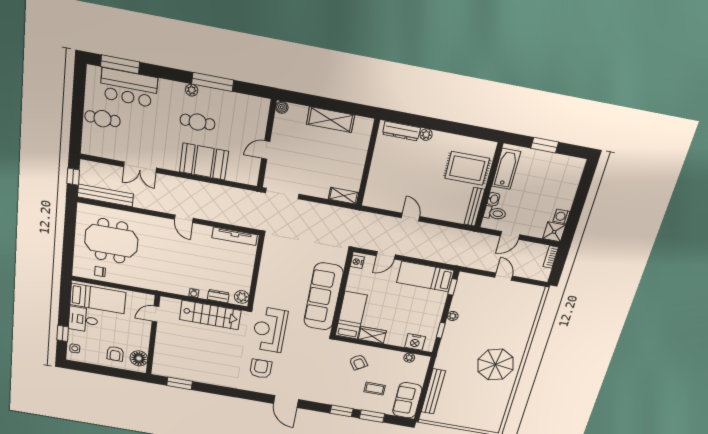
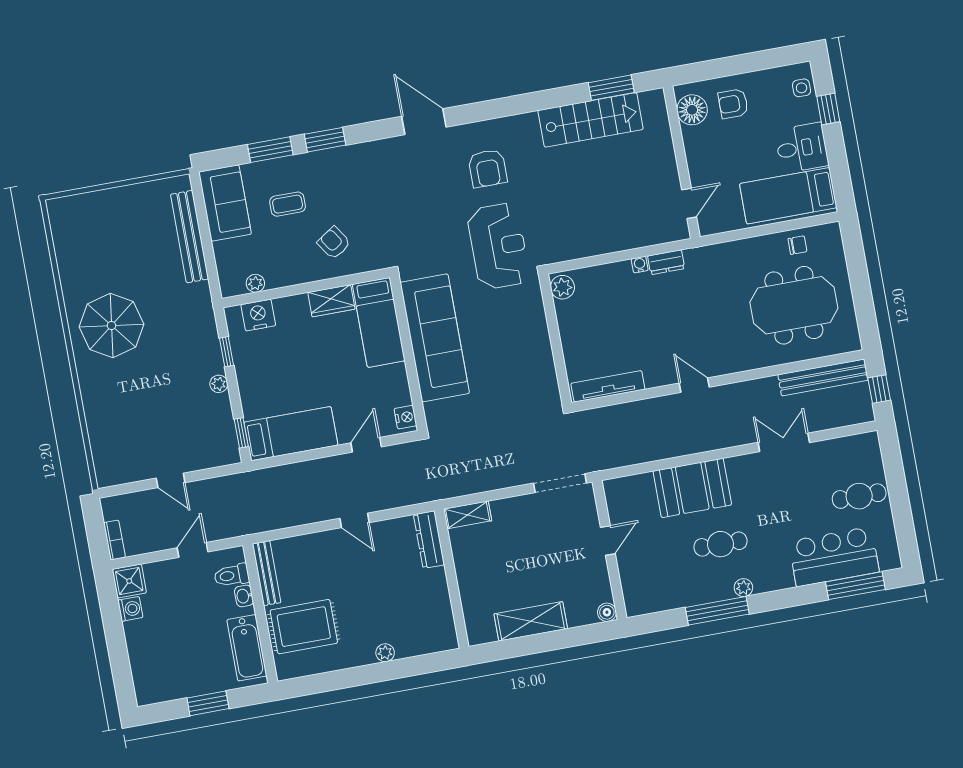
dresser: (401, 131) -> (429, 540), moved, turned -90
dresser: (218, 296) -> (666, 262), moved
stairs: (210, 315) -> (591, 120), moved, turned 180
armchair: (115, 354) -> (733, 104), turned -90

